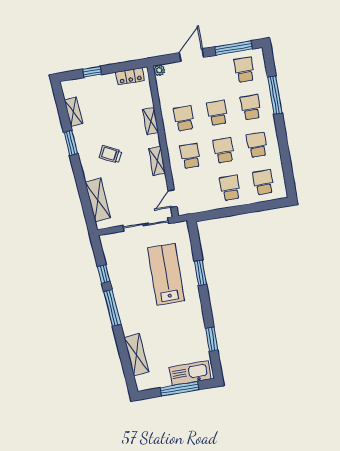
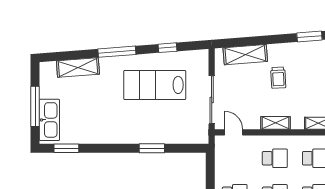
trolley: (110, 154) -> (278, 78), moved, turned 150
lab bench: (166, 274) -> (155, 85), moved, turned 180
window: (112, 308) -> (117, 52), moved
window: (212, 339) -> (66, 148), moved

